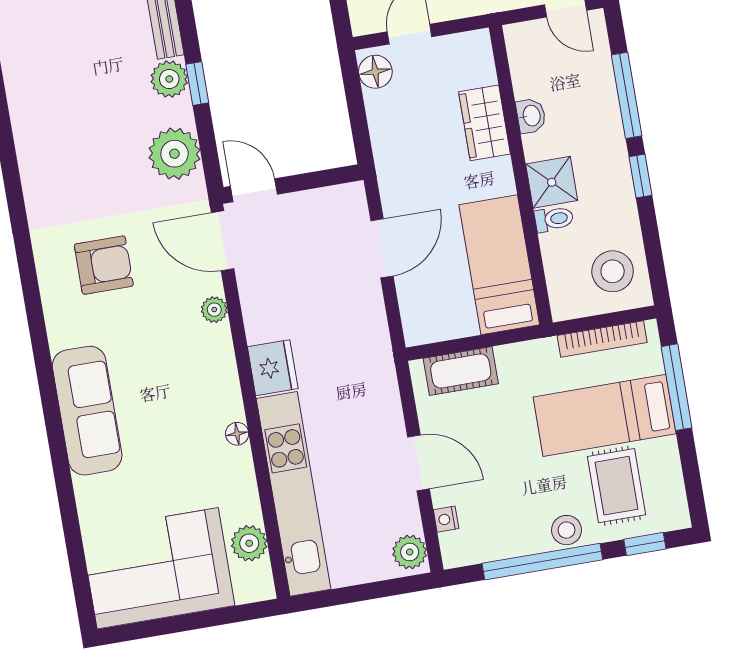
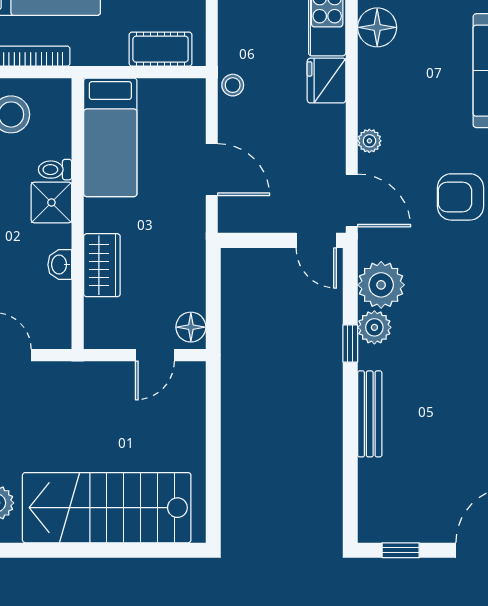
plant: (169, 79) -> (374, 327), moved
door: (382, 248) -> (212, 170), swing flipped
stool: (375, 345) -> (233, 85), added
floor lamp: (237, 434) -> (377, 27), width x1.89, depth x1.89

